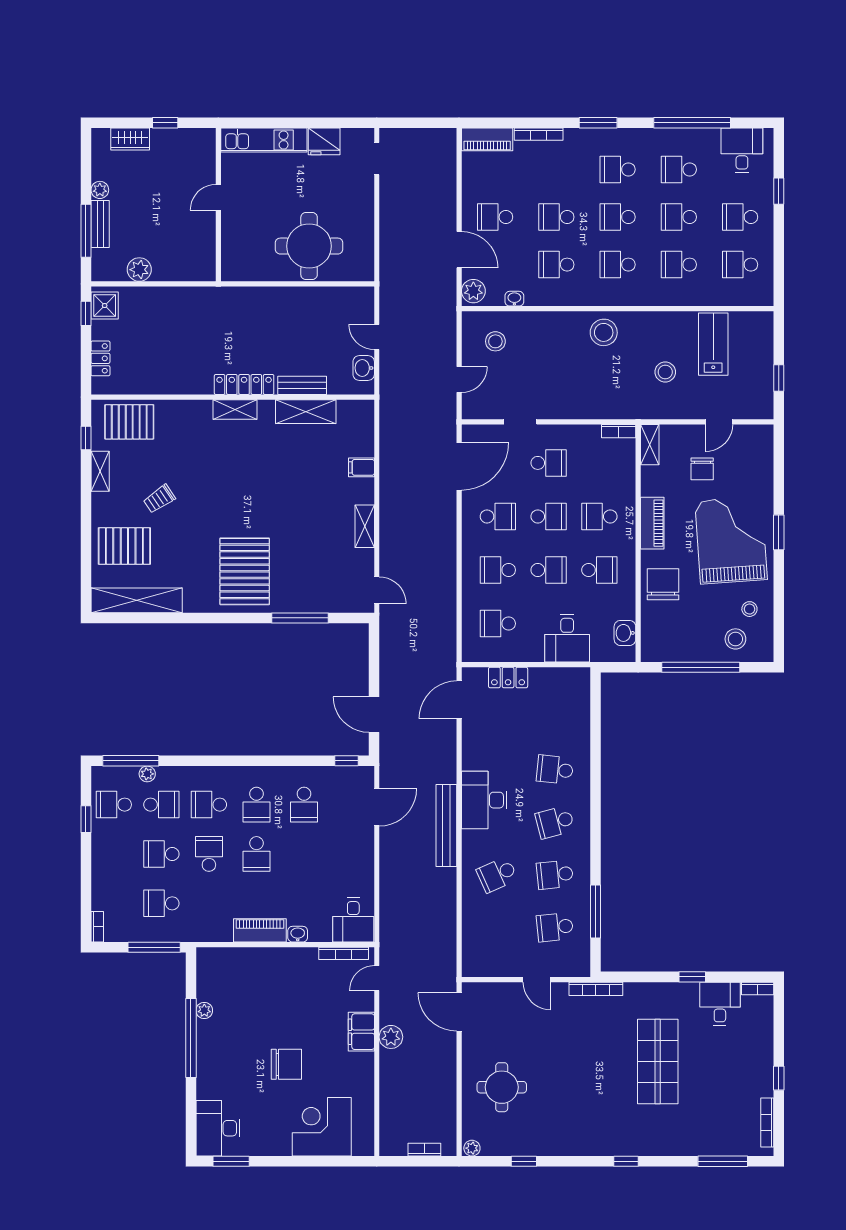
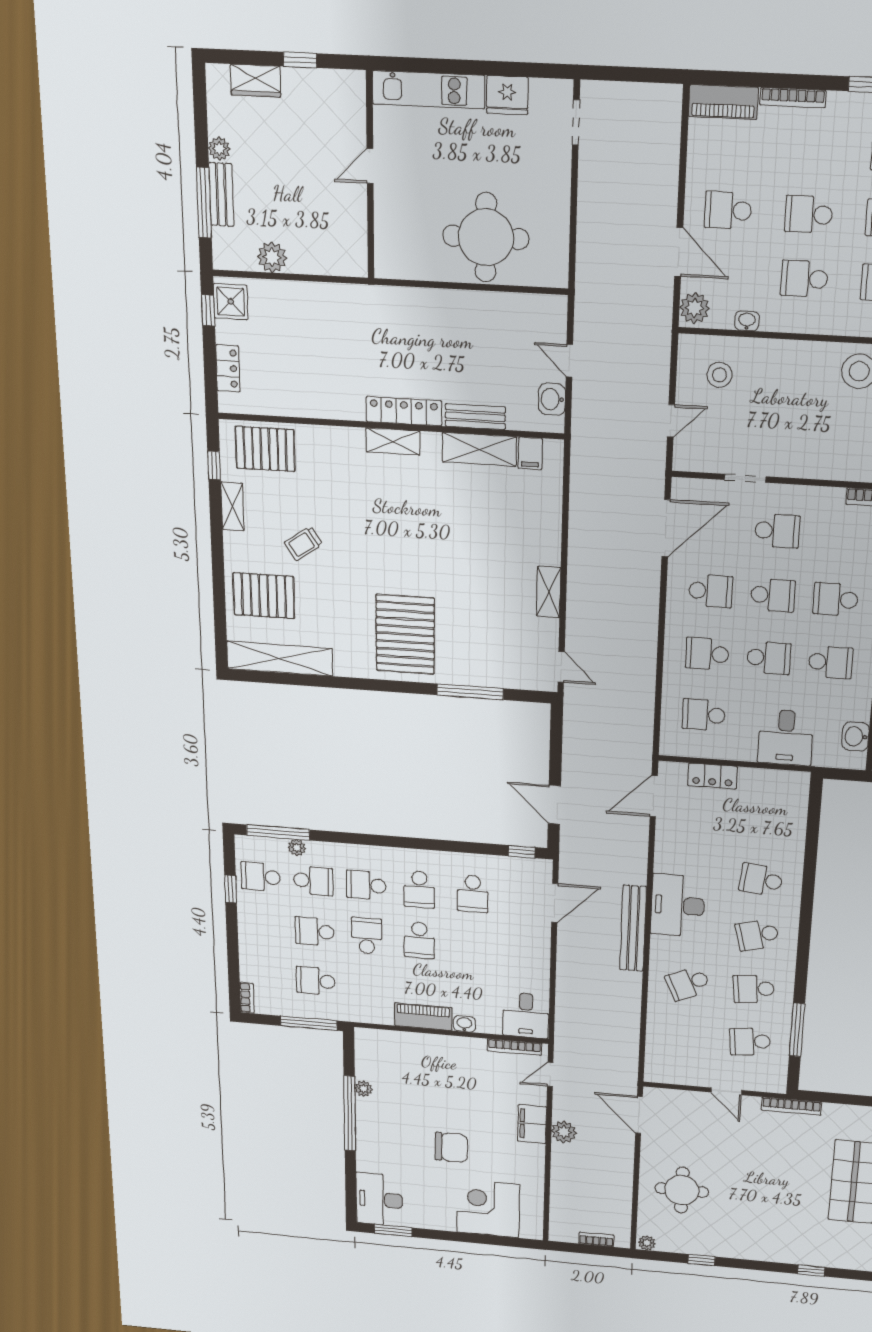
filing cabinet: (361, 467) -> (530, 453), moved, turned -90

